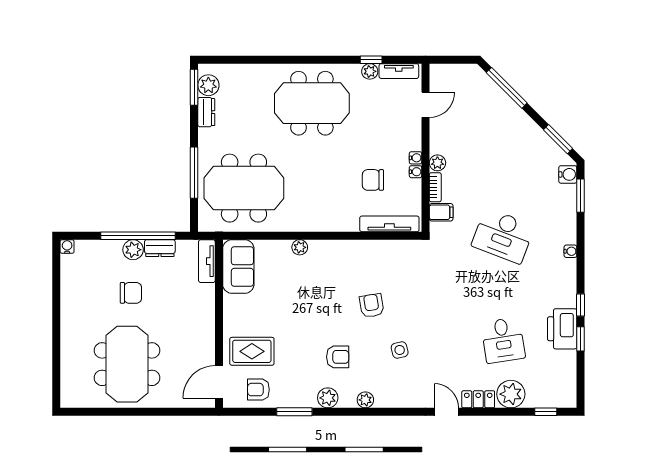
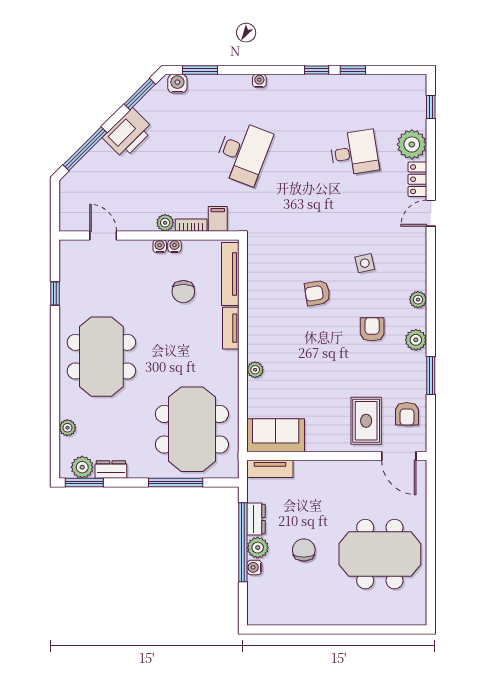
plant: (370, 71) -> (67, 428), moved
tv unit: (399, 71) -> (231, 328), moved, turned 180
water cooler: (67, 247) -> (254, 567), moved
printer: (562, 329) -> (128, 133), moved, turned -45

